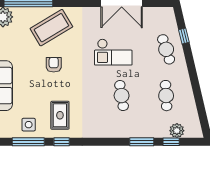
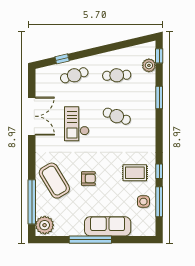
checkout: (113, 52) -> (77, 124), turned 180
armchair: (54, 65) -> (88, 179), turned 180
cafe table: (122, 96) -> (117, 116), turned 30
window: (171, 142) -> (159, 56), moved

